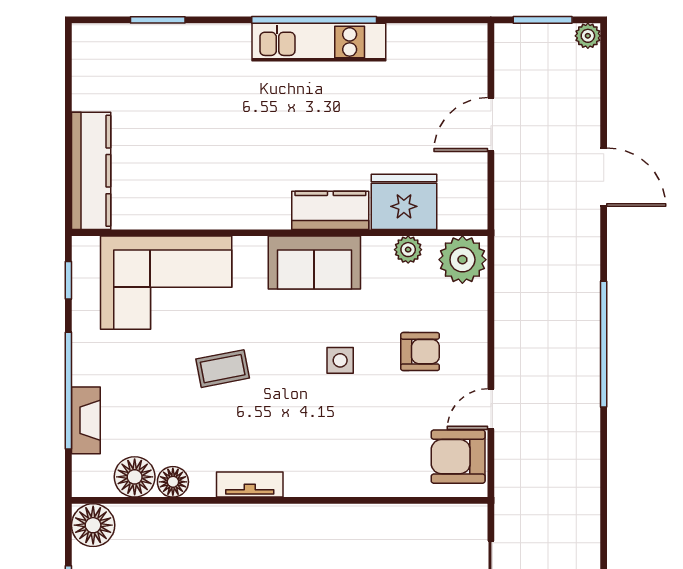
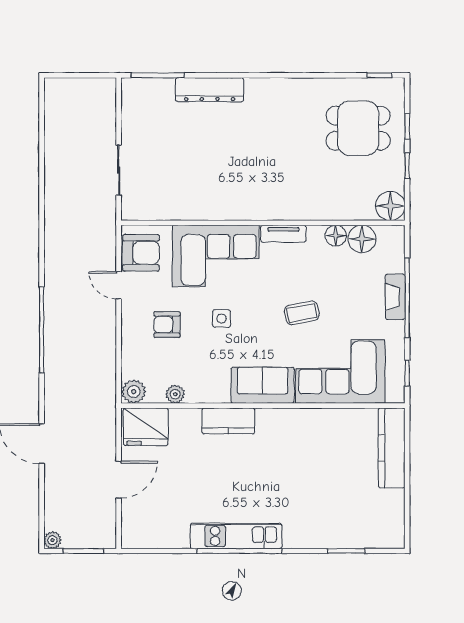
fridge: (404, 202) -> (146, 427), moved
plant: (462, 260) -> (134, 392), width x0.73, depth x0.73
sofa: (314, 263) -> (263, 385), moved
door: (491, 409) -> (119, 285), swing flipped
fireplace: (86, 420) -> (395, 297), moved
corner sofa: (349, 452) -> (216, 256), added

